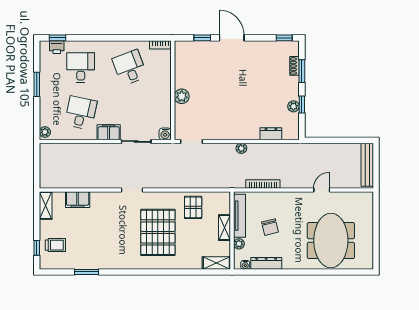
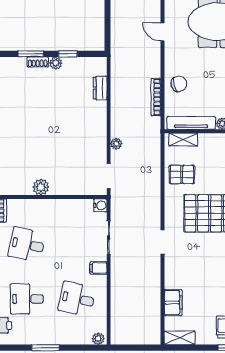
shoe rack: (295, 66) -> (38, 62), moved
desk: (130, 68) -> (27, 245), turned 33
plant: (182, 96) -> (41, 187), moved
plant: (293, 106) -> (56, 63), moved
filing cabinet: (109, 132) -> (98, 268), width x0.50
plant: (241, 148) -> (116, 144), moved
chair: (270, 227) -> (179, 84), moved
shelving: (225, 228) -> (183, 139), moved

